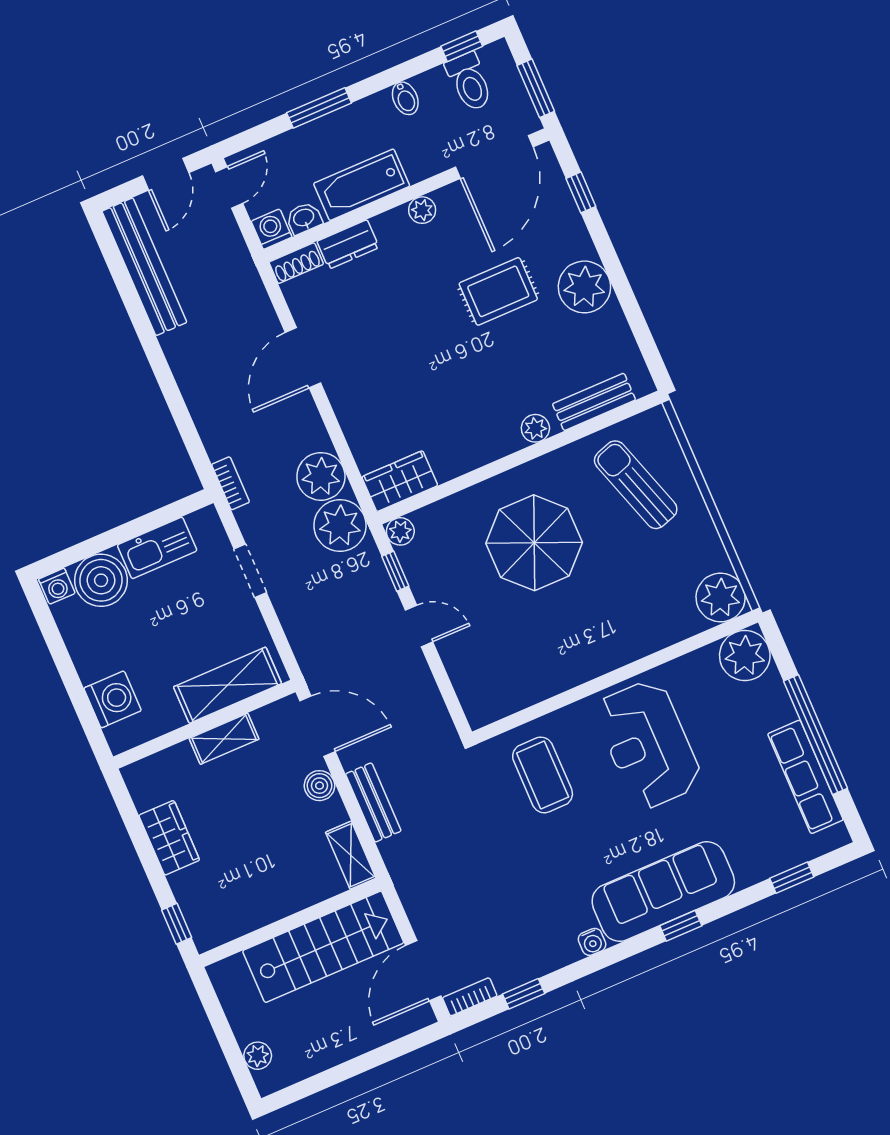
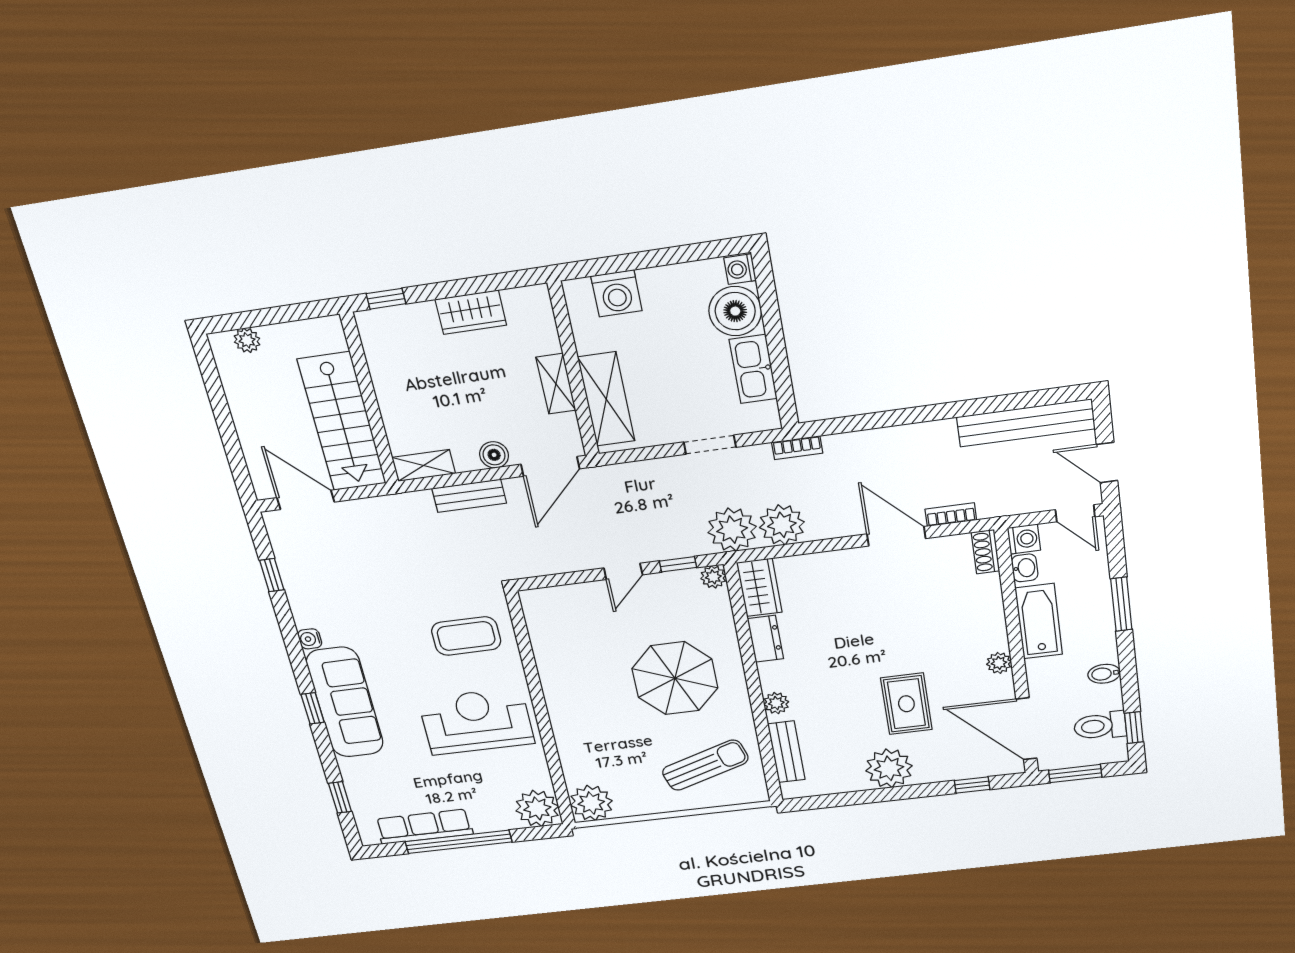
dresser: (348, 244) -> (765, 639), moved, turned 180
bookcase: (470, 997) -> (951, 515), moved, turned -90

